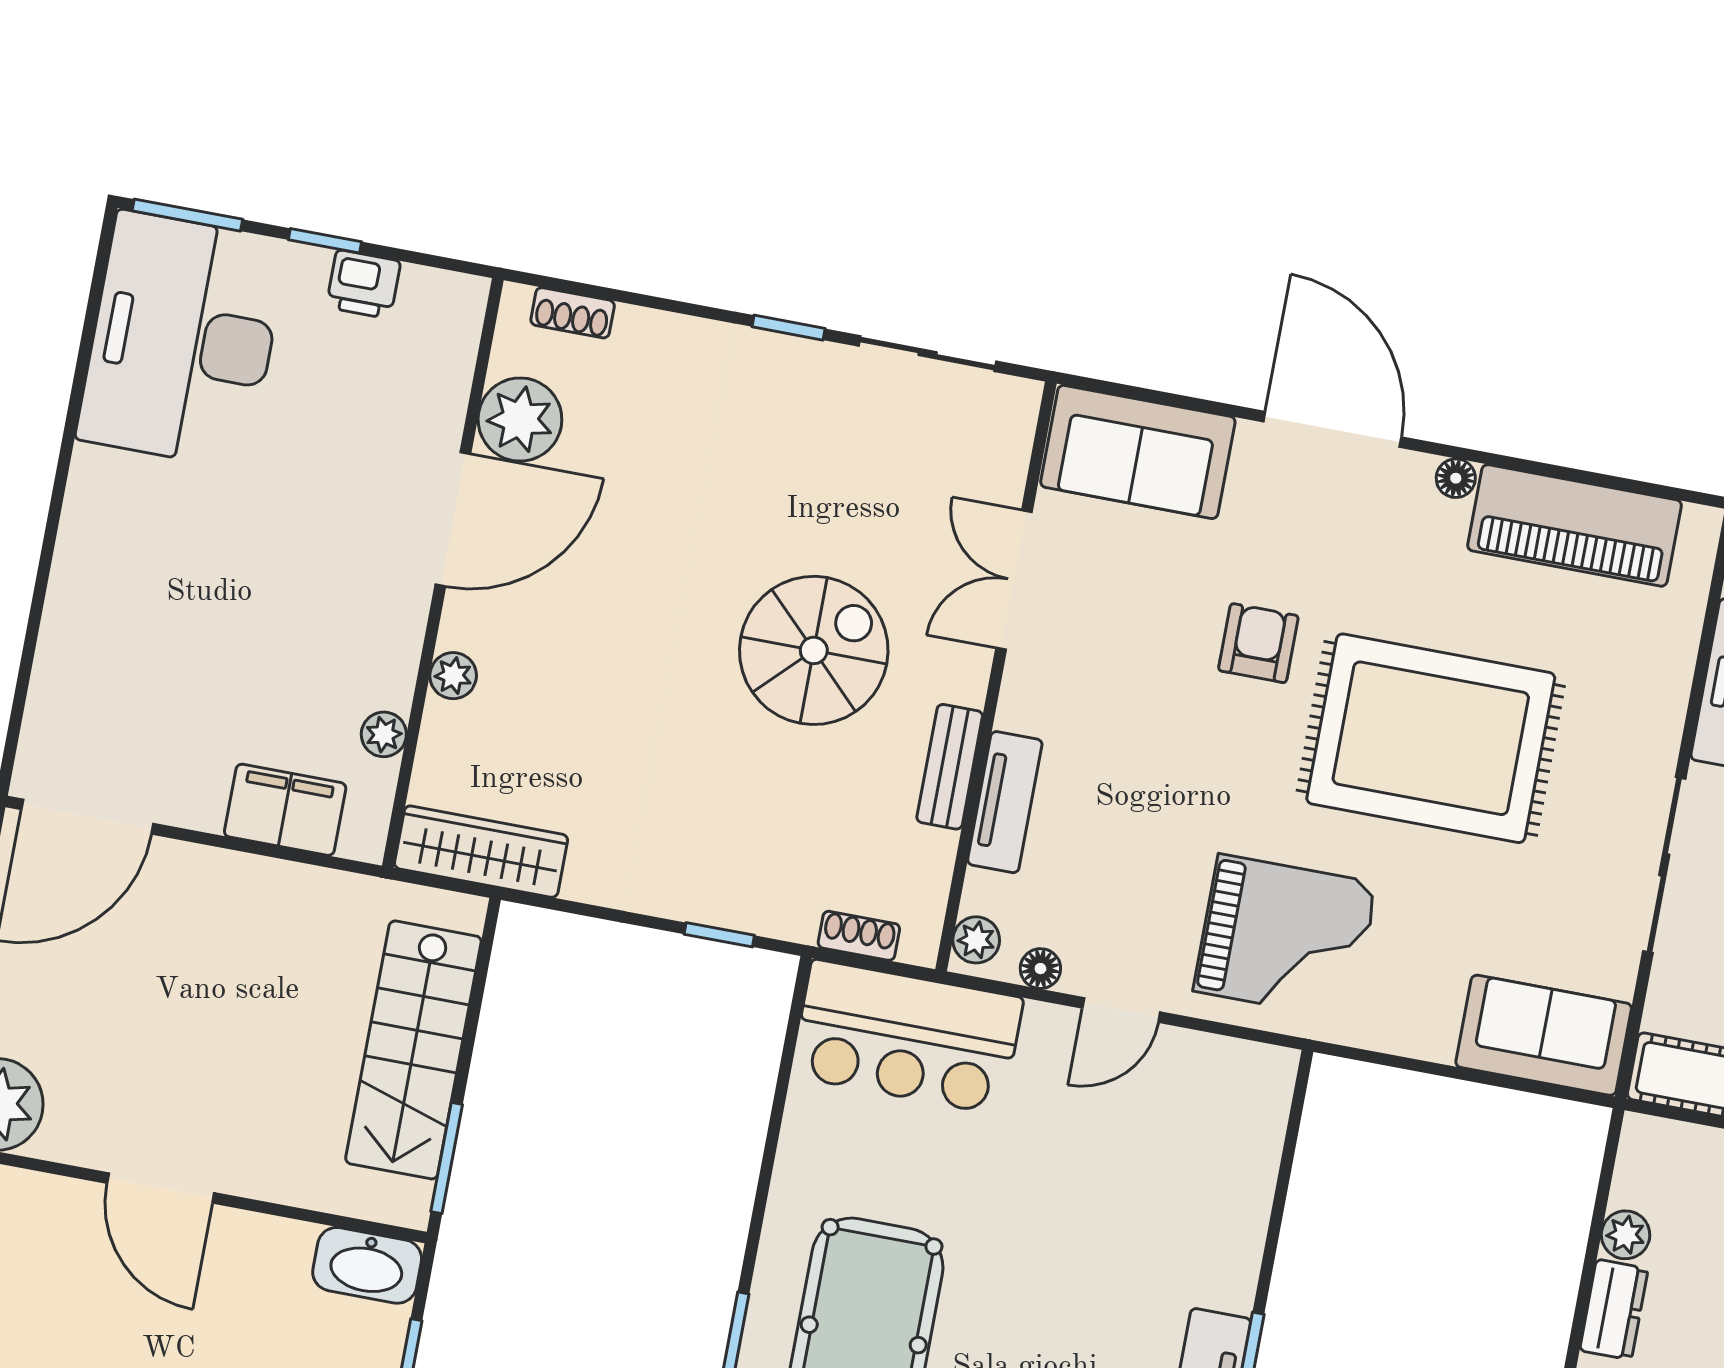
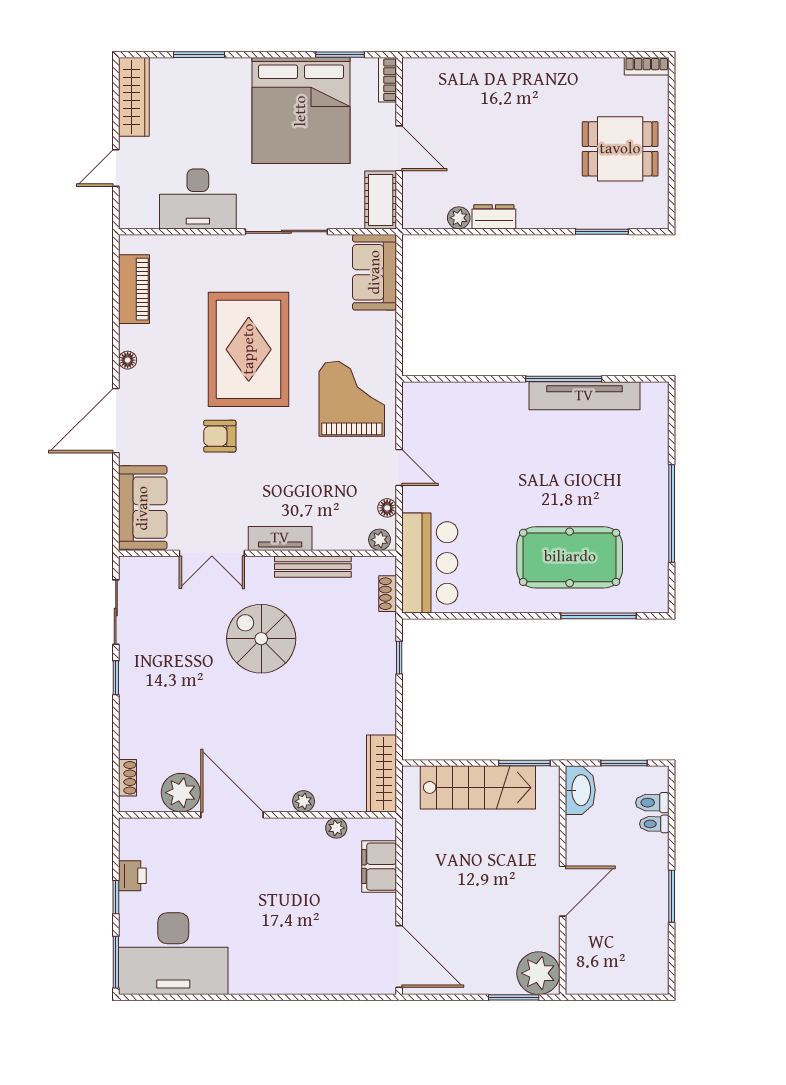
piano: (1575, 525) -> (134, 289), width x0.73, depth x0.75
bench: (950, 767) -> (313, 567), width x1.36
tv unit: (1005, 802) -> (280, 538), moved

